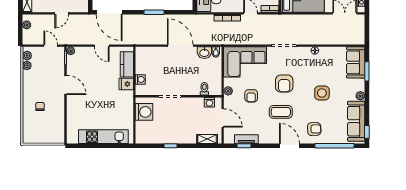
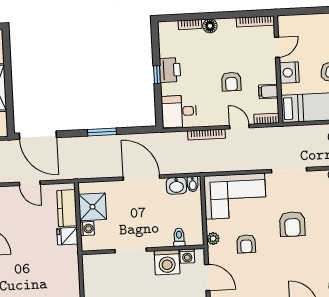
shower: (145, 64) -> (92, 207), added
washing machine: (144, 112) -> (167, 262), moved, turned 90
coffee table: (281, 112) -> (290, 265), removed

